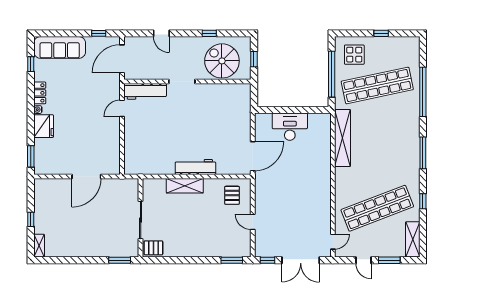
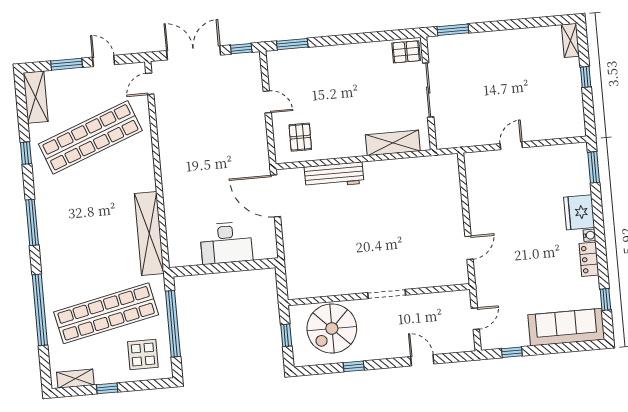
shelving: (403, 42) -> (75, 379), added
door: (122, 59) -> (475, 319), width x0.53
spiral stairs: (222, 61) -> (332, 329), turned 90
workbench: (145, 91) -> (438, 275), removed
door: (253, 156) -> (276, 196), hinge flipped
workbench: (195, 167) -> (334, 175), moved
door: (86, 176) -> (511, 146), width x0.53
shelving: (185, 186) -> (393, 143), moved

